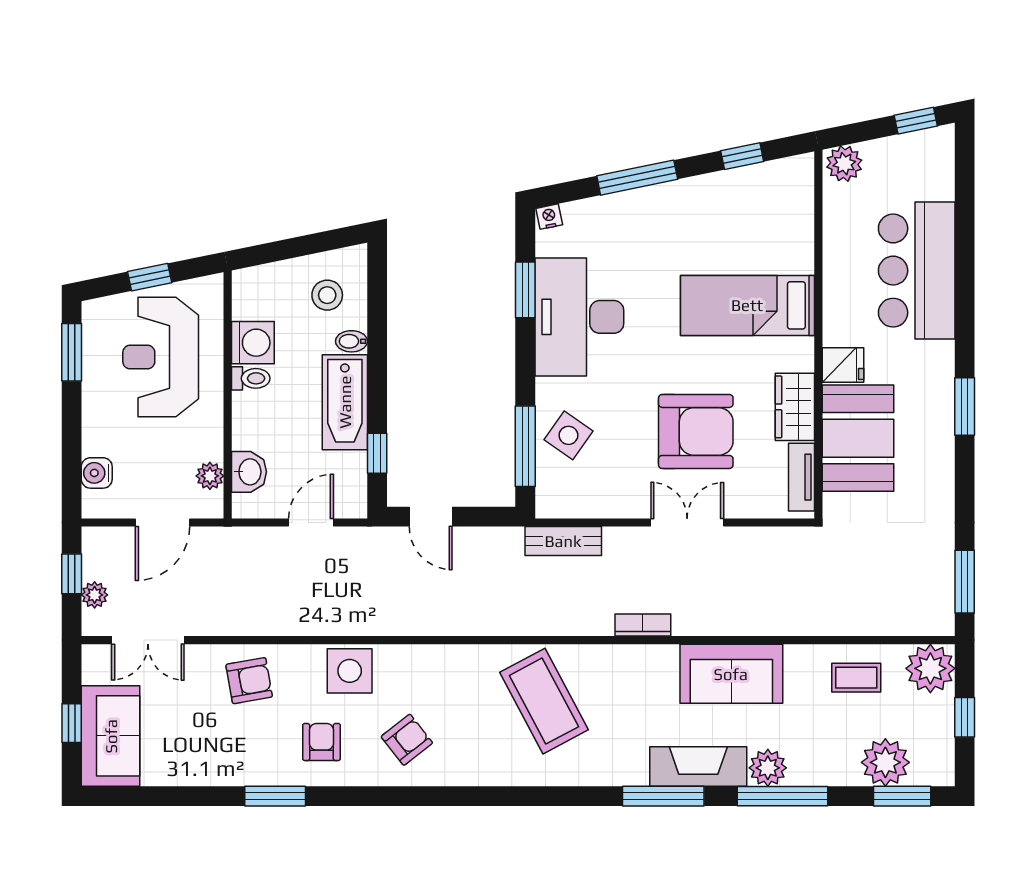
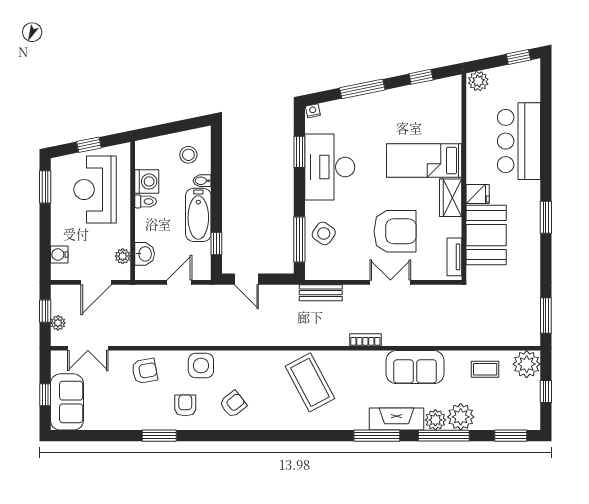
wardrobe: (795, 407) -> (451, 198), moved
plant: (885, 762) -> (461, 417), moved

